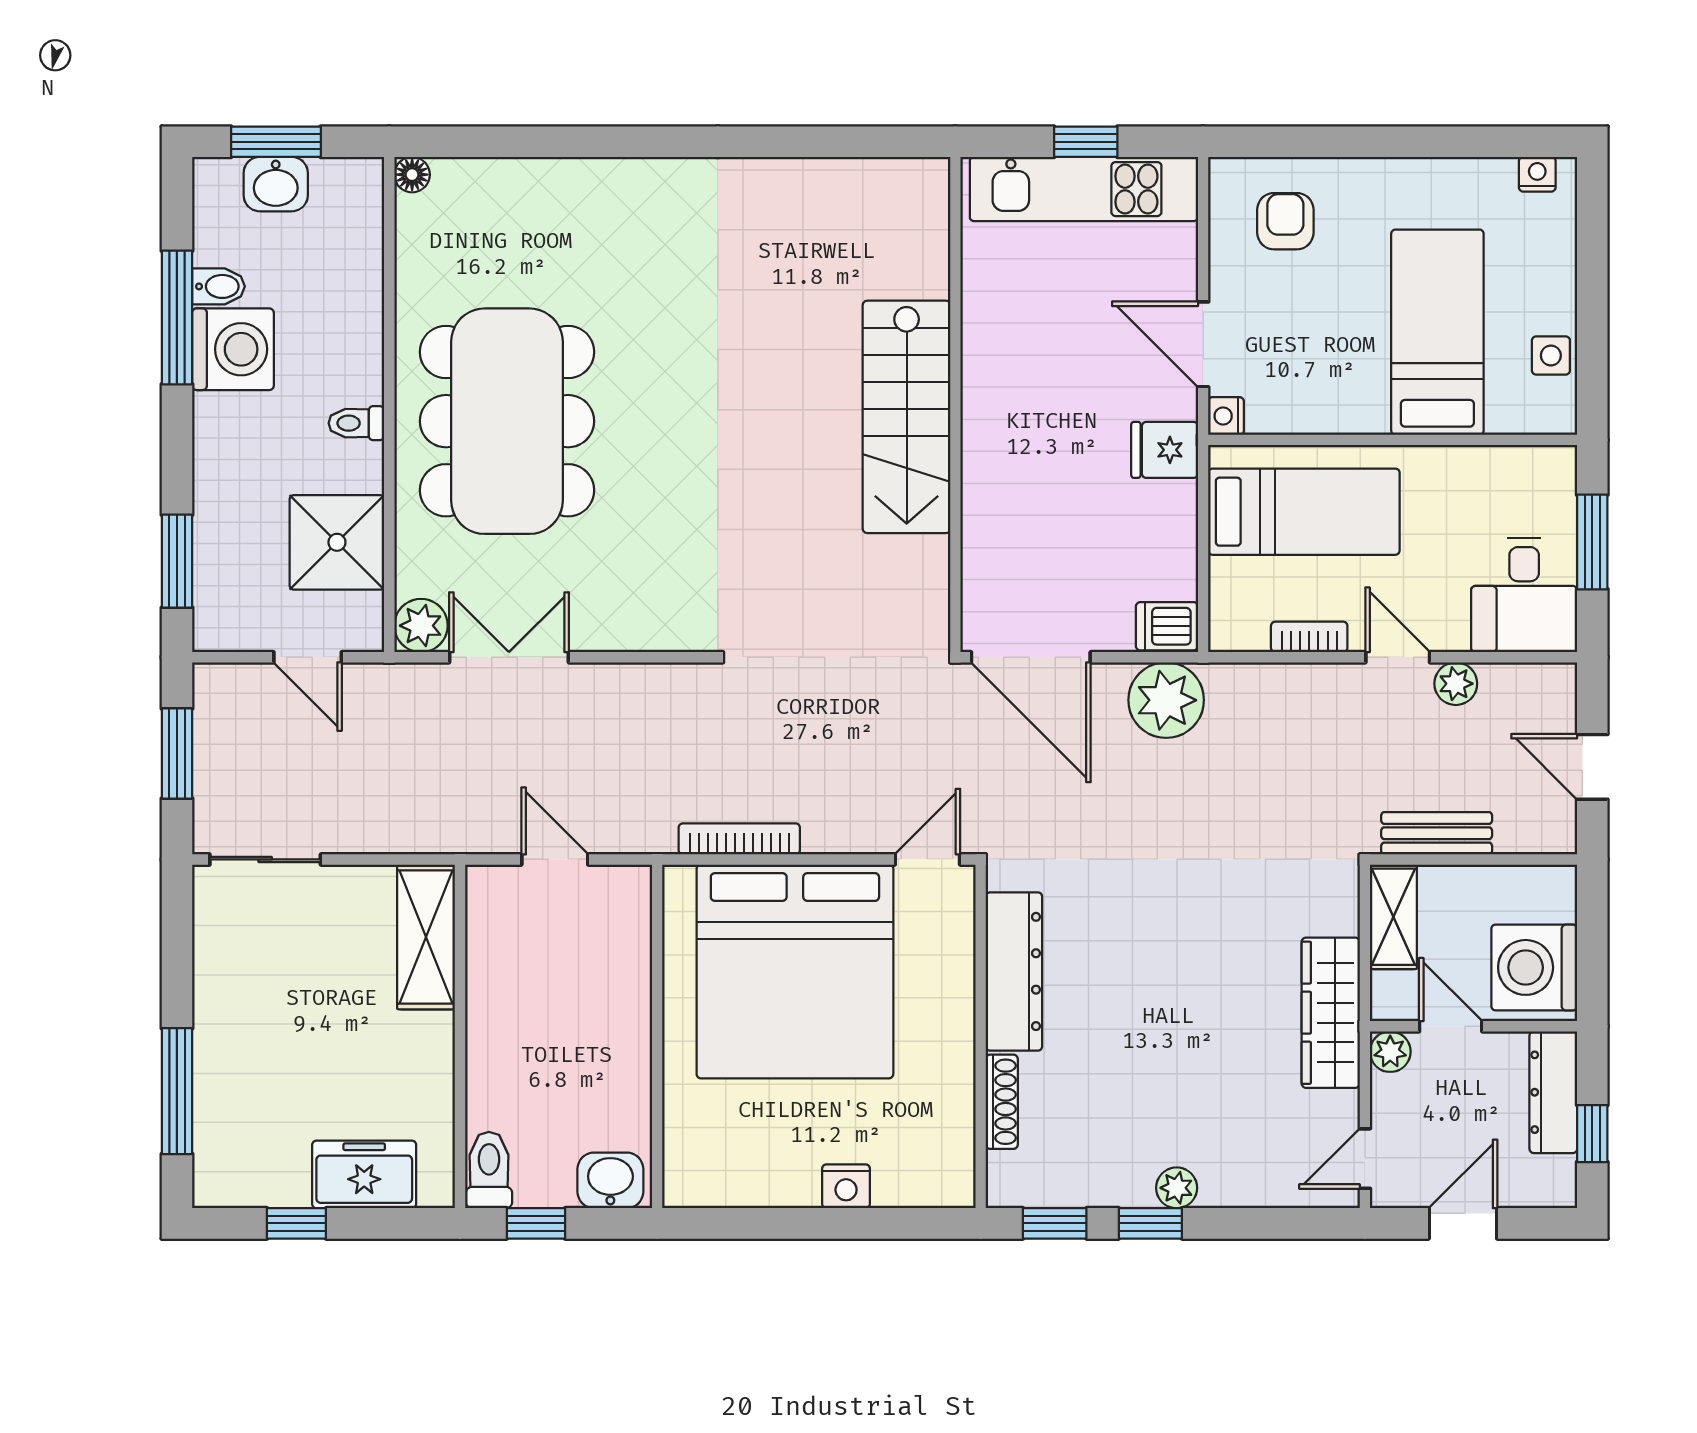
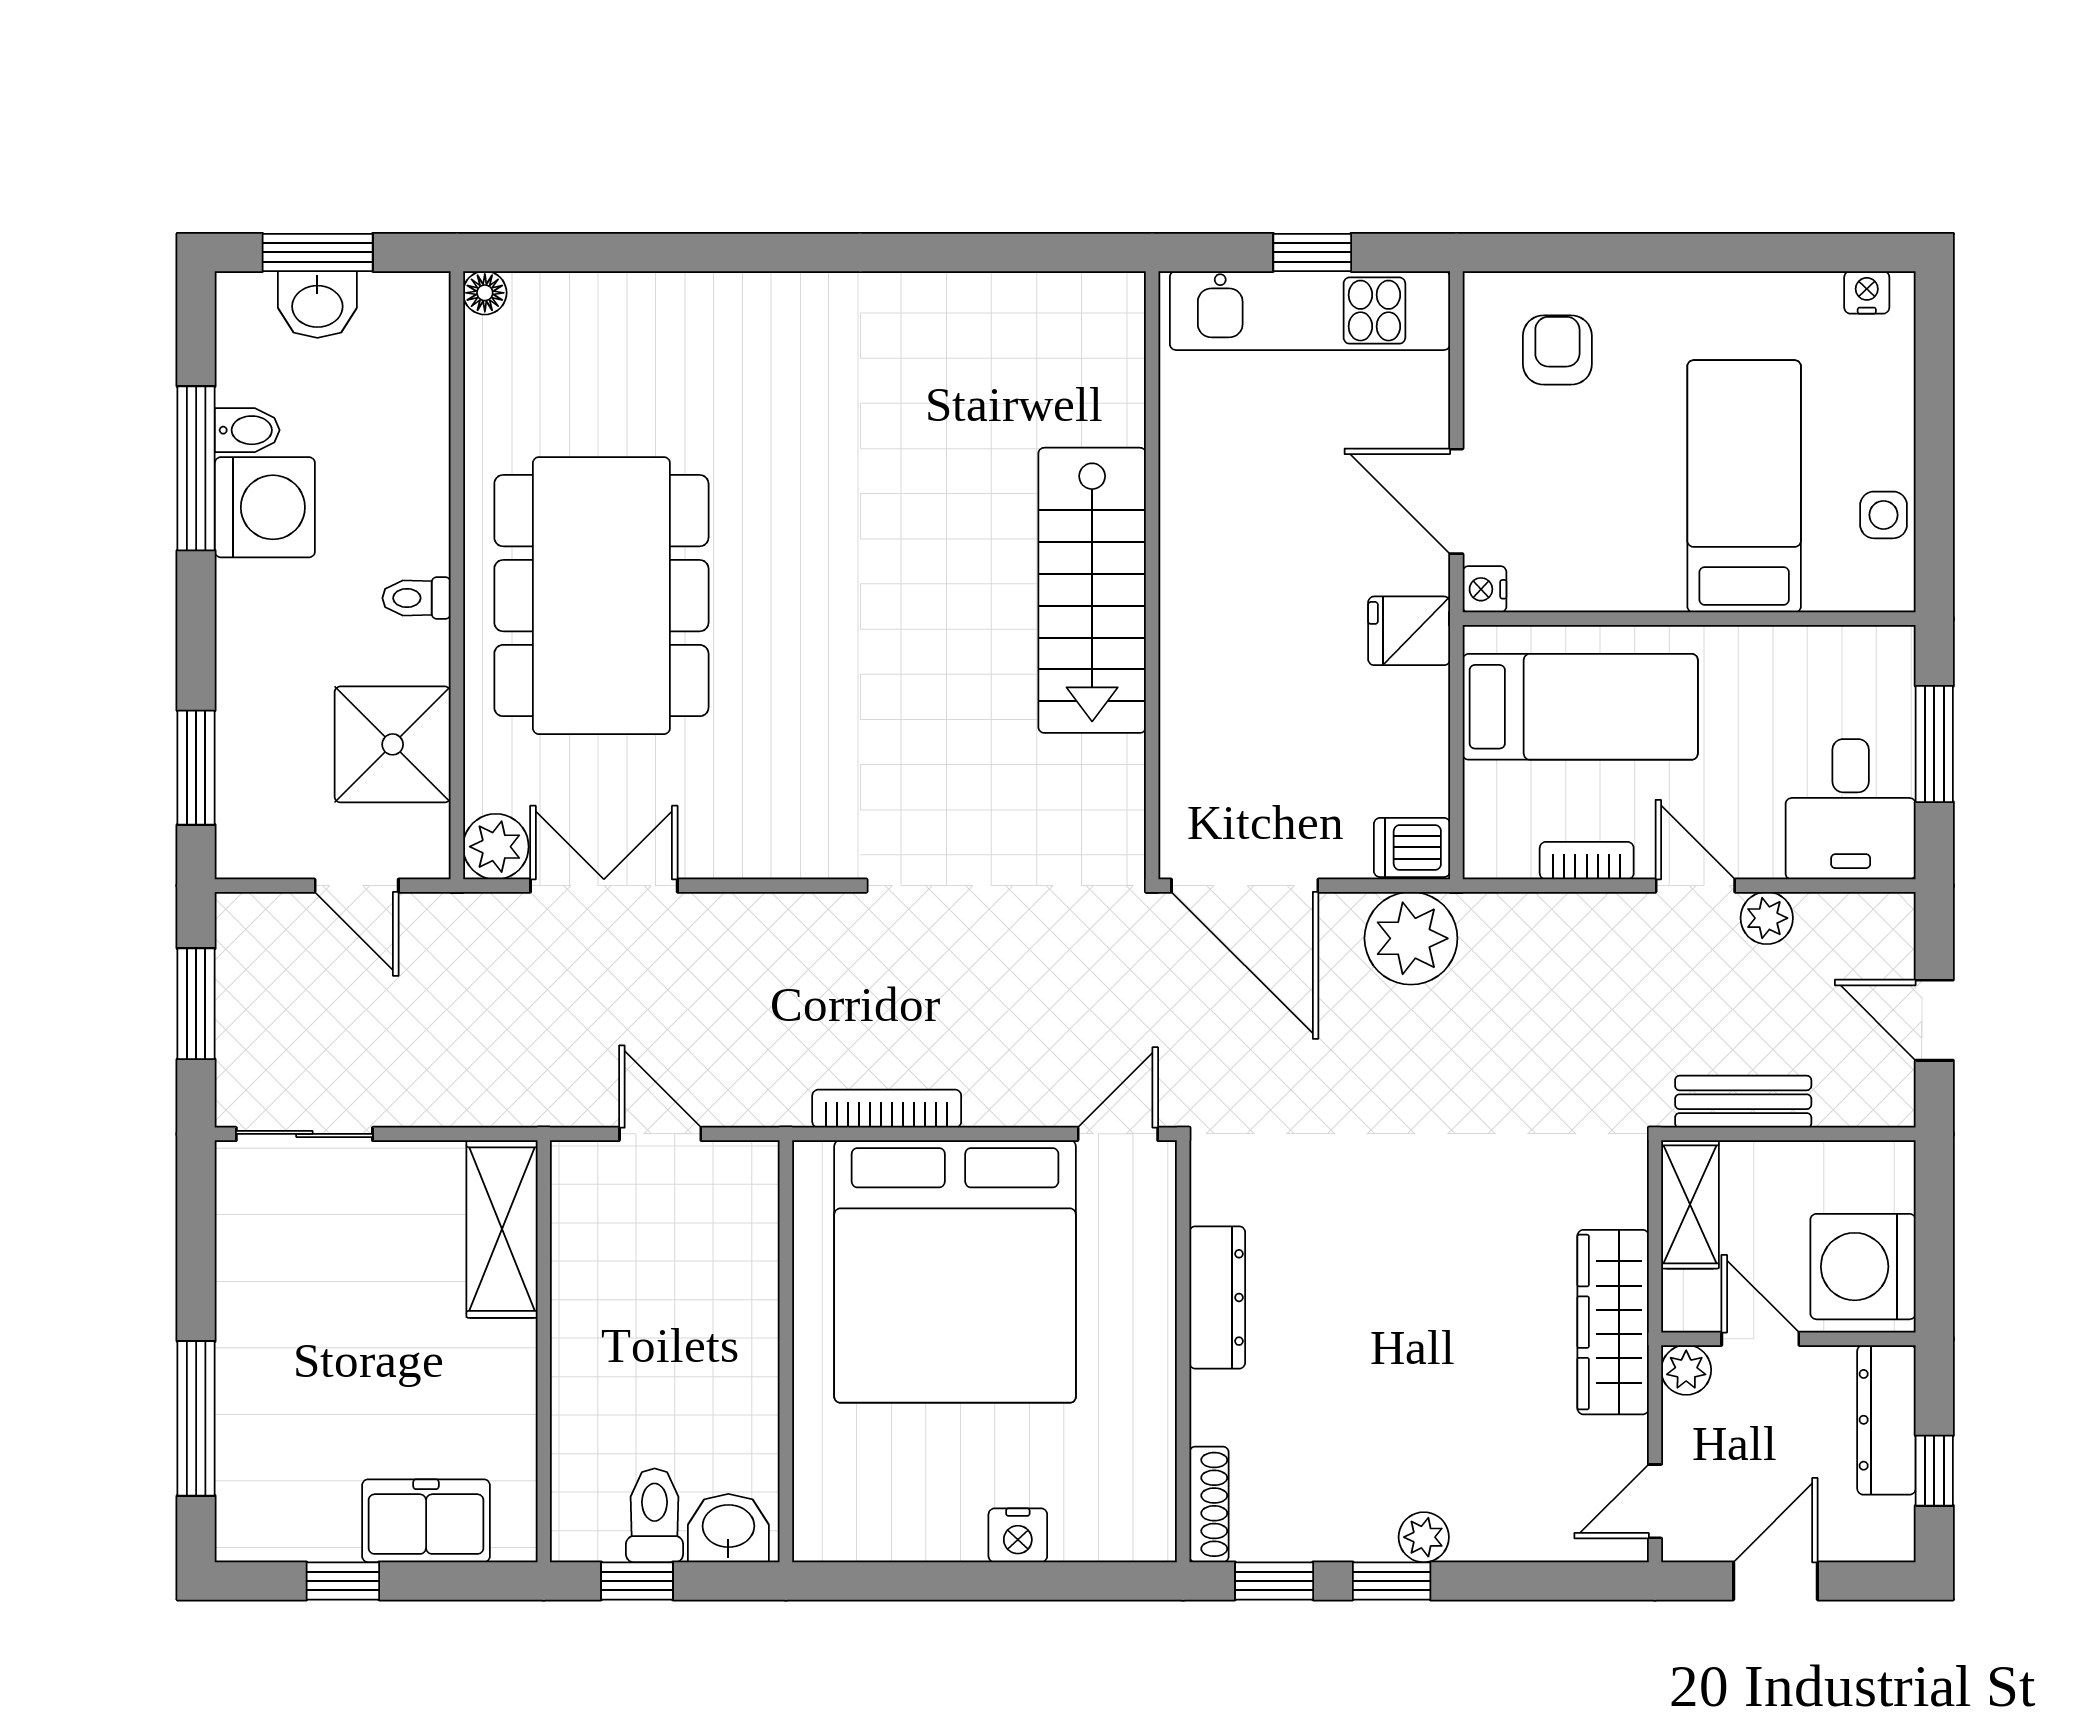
dresser: (1014, 971) -> (1217, 1297), width x0.73, depth x0.80
shoe rack: (1002, 1102) -> (1209, 1504), moved
toilet: (489, 1170) -> (655, 1515), moved

